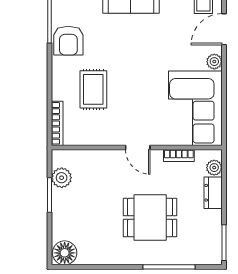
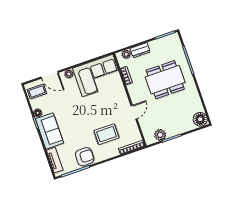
door: (138, 148) -> (134, 112), moved
dining table: (150, 218) -> (165, 80), width x1.37

